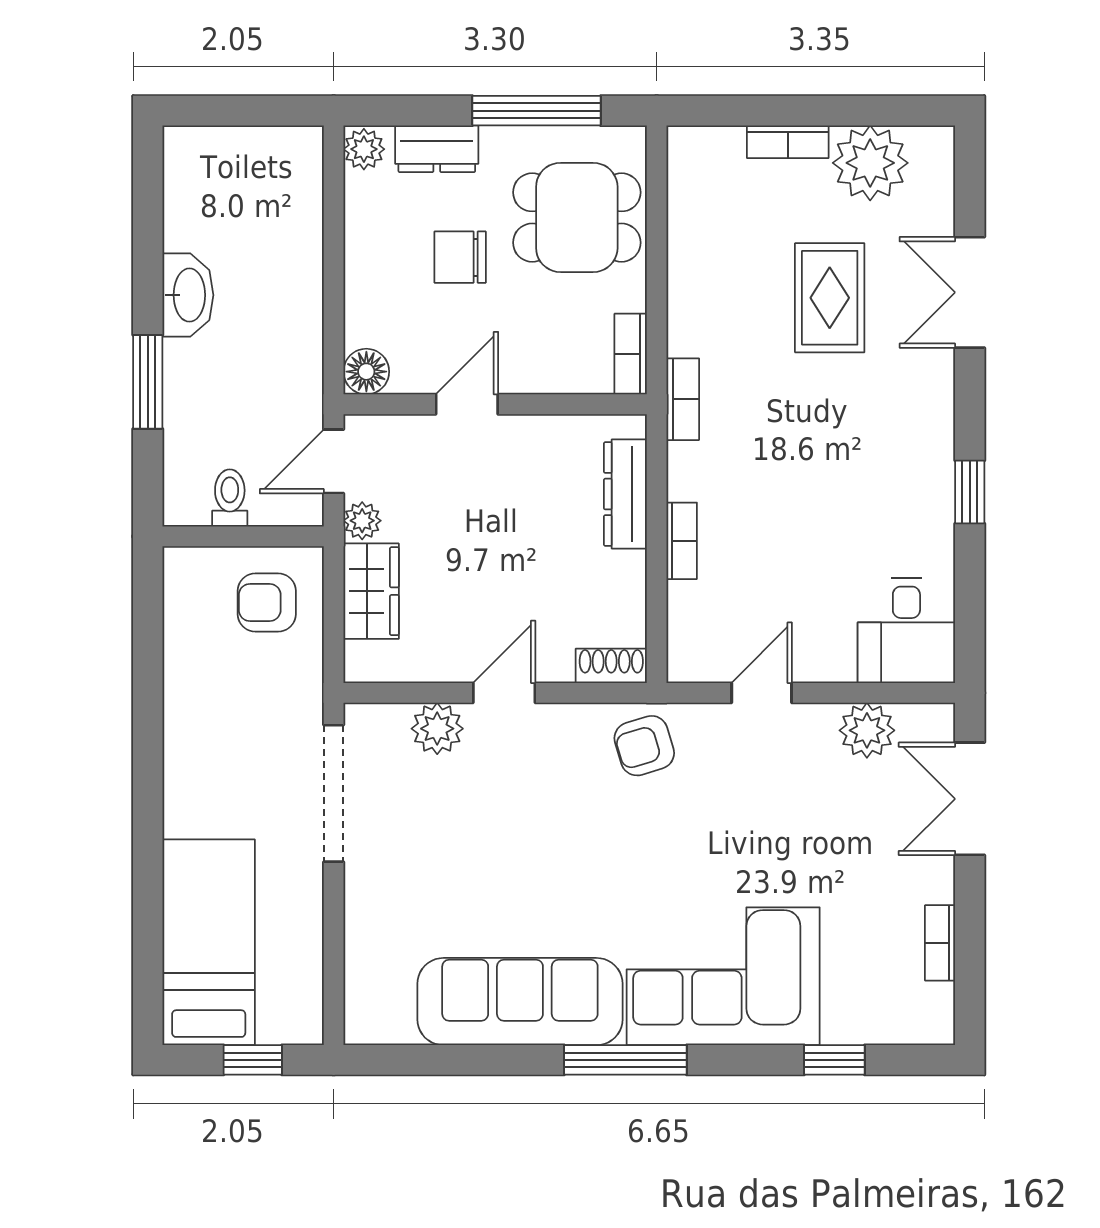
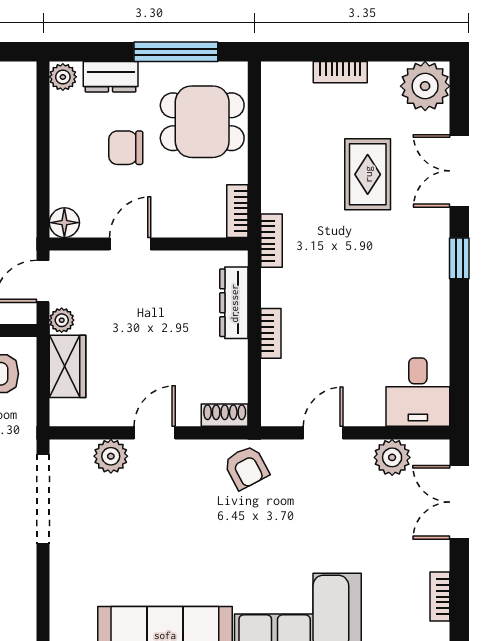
plant: (870, 163) -> (425, 86), moved
window: (970, 492) -> (459, 258), moved
armchair: (644, 746) -> (246, 467), turned -101

